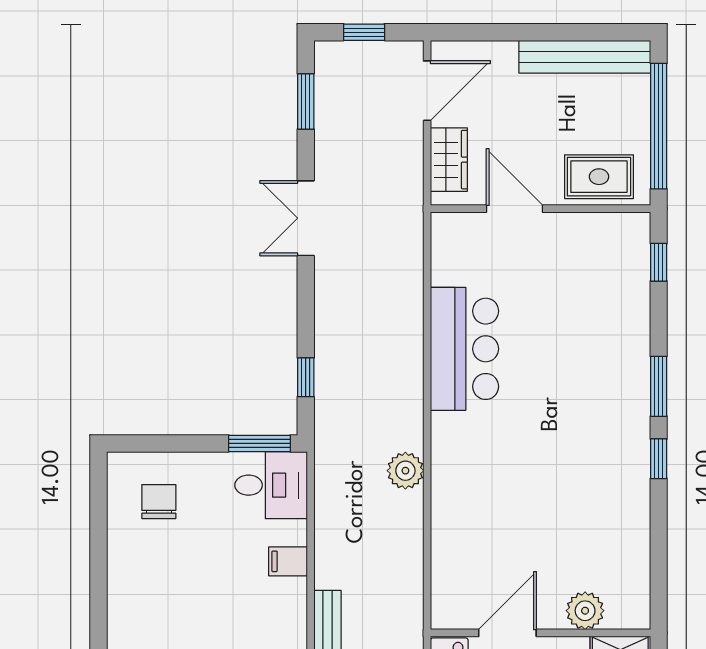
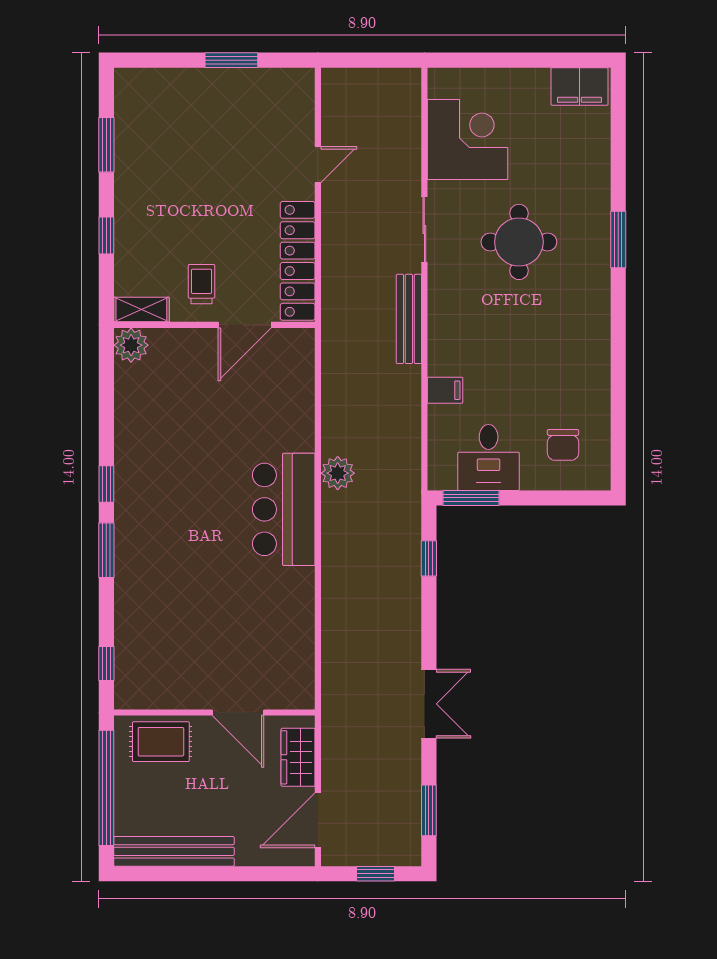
bar counter: (464, 349) -> (284, 509), moved
desk: (271, 485) -> (489, 457), moved, turned -90
plant: (585, 611) -> (131, 345), moved

